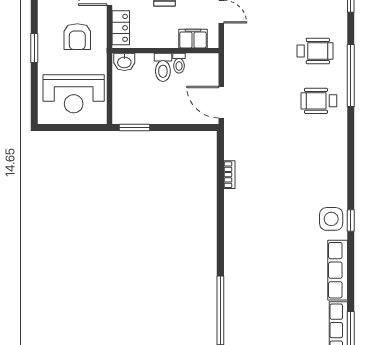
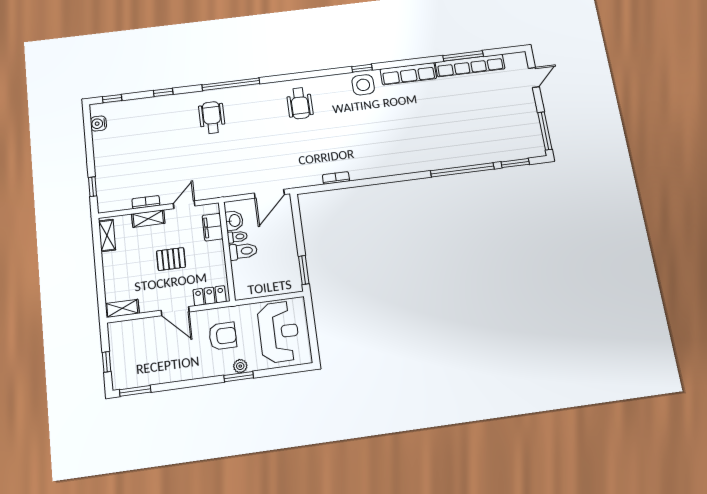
plant: (45, 51) -> (240, 366), added
washbasin: (124, 62) -> (234, 221), moved
wheelchair: (319, 101) -> (300, 103), moved

